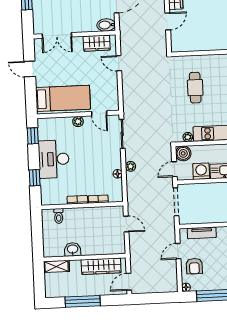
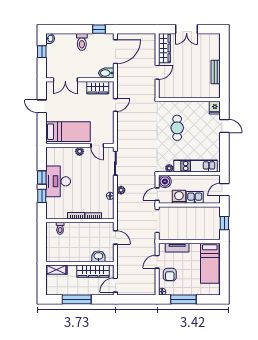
door: (119, 63) -> (115, 105), swing flipped
window: (33, 136) -> (42, 178), moved
washbasin: (73, 249) -> (98, 256), moved

